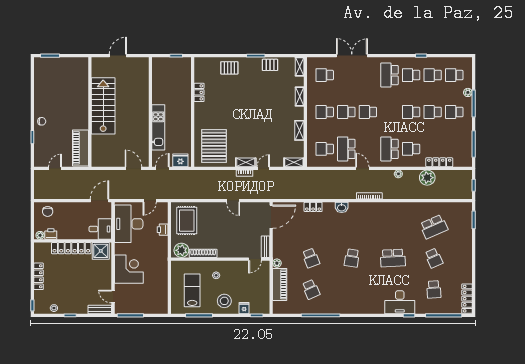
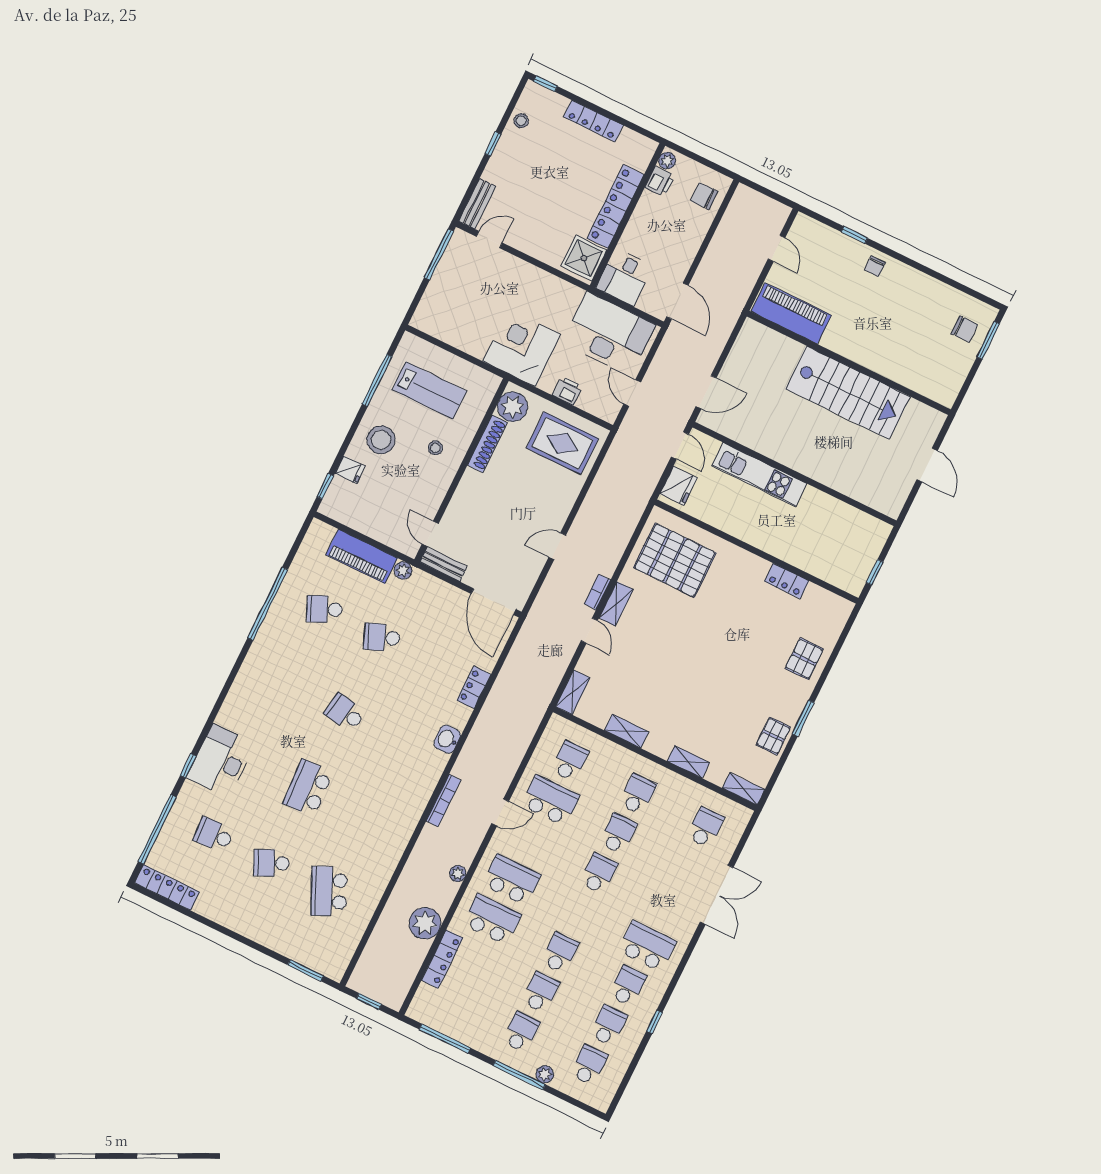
chair: (50, 68) -> (965, 329), added
school desk: (411, 149) -> (492, 919), width x1.85
corner desk: (129, 269) -> (522, 348), moved, turned 180

